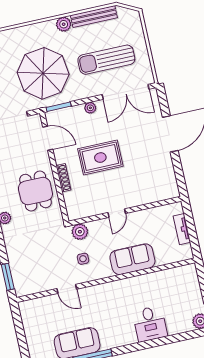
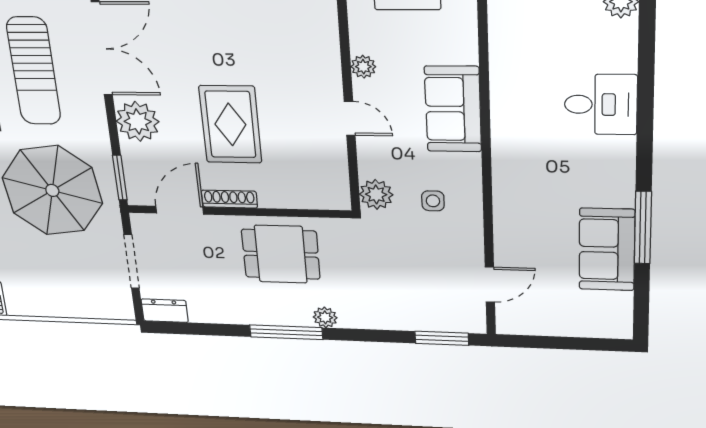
plant: (90, 108) -> (138, 121), width x1.87, depth x1.87
shoe rack: (63, 178) -> (229, 199), moved
plant: (144, 215) -> (363, 67), added
door: (67, 289) -> (490, 285), moved

